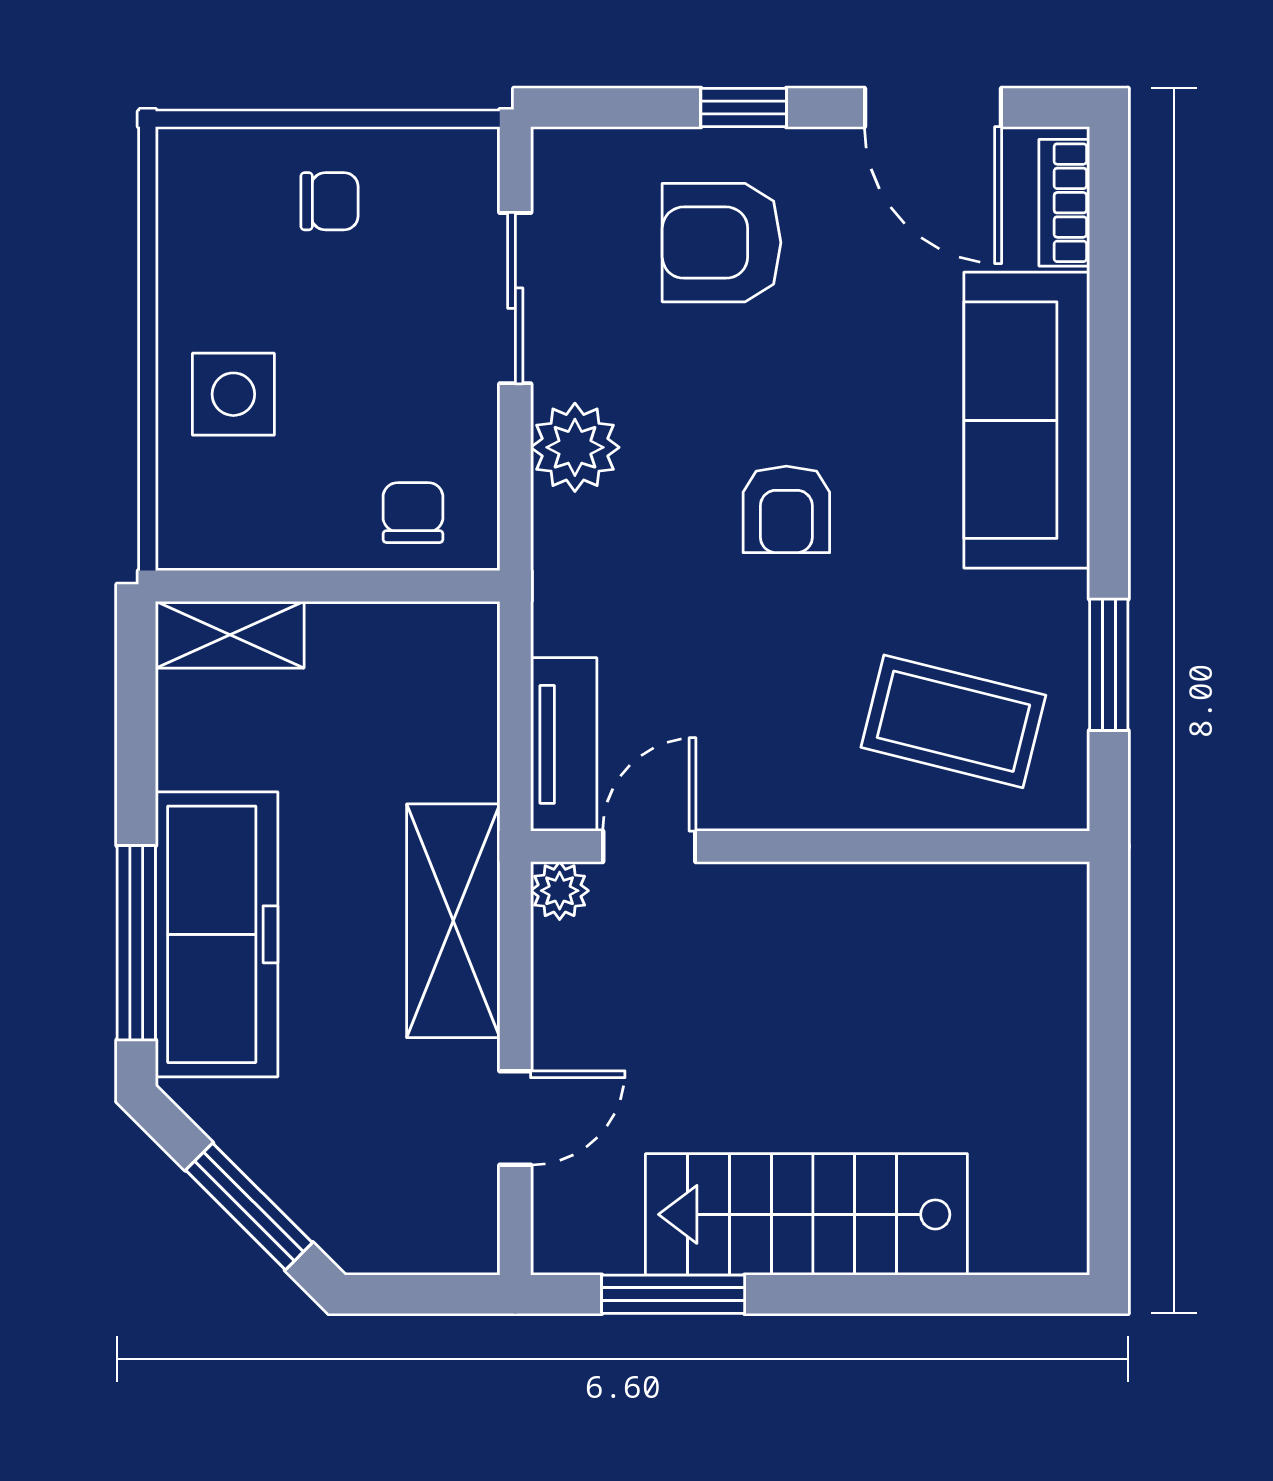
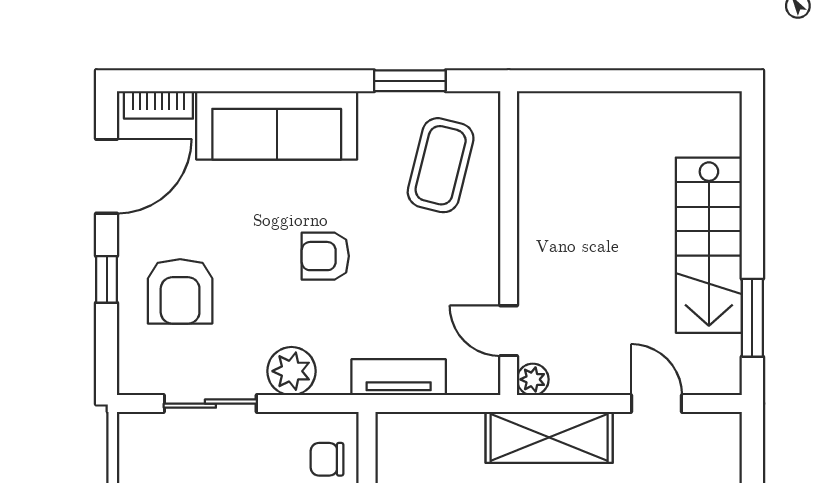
armchair: (786, 509) -> (325, 256), turned 180
tv unit: (564, 744) -> (399, 377), moved

